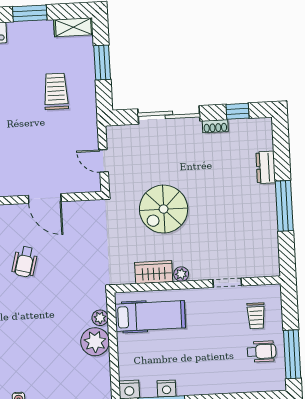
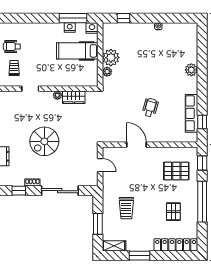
spiral stairs: (164, 209) -> (44, 141), moved, turned 180
hospital bed: (150, 316) -> (77, 51), moved

